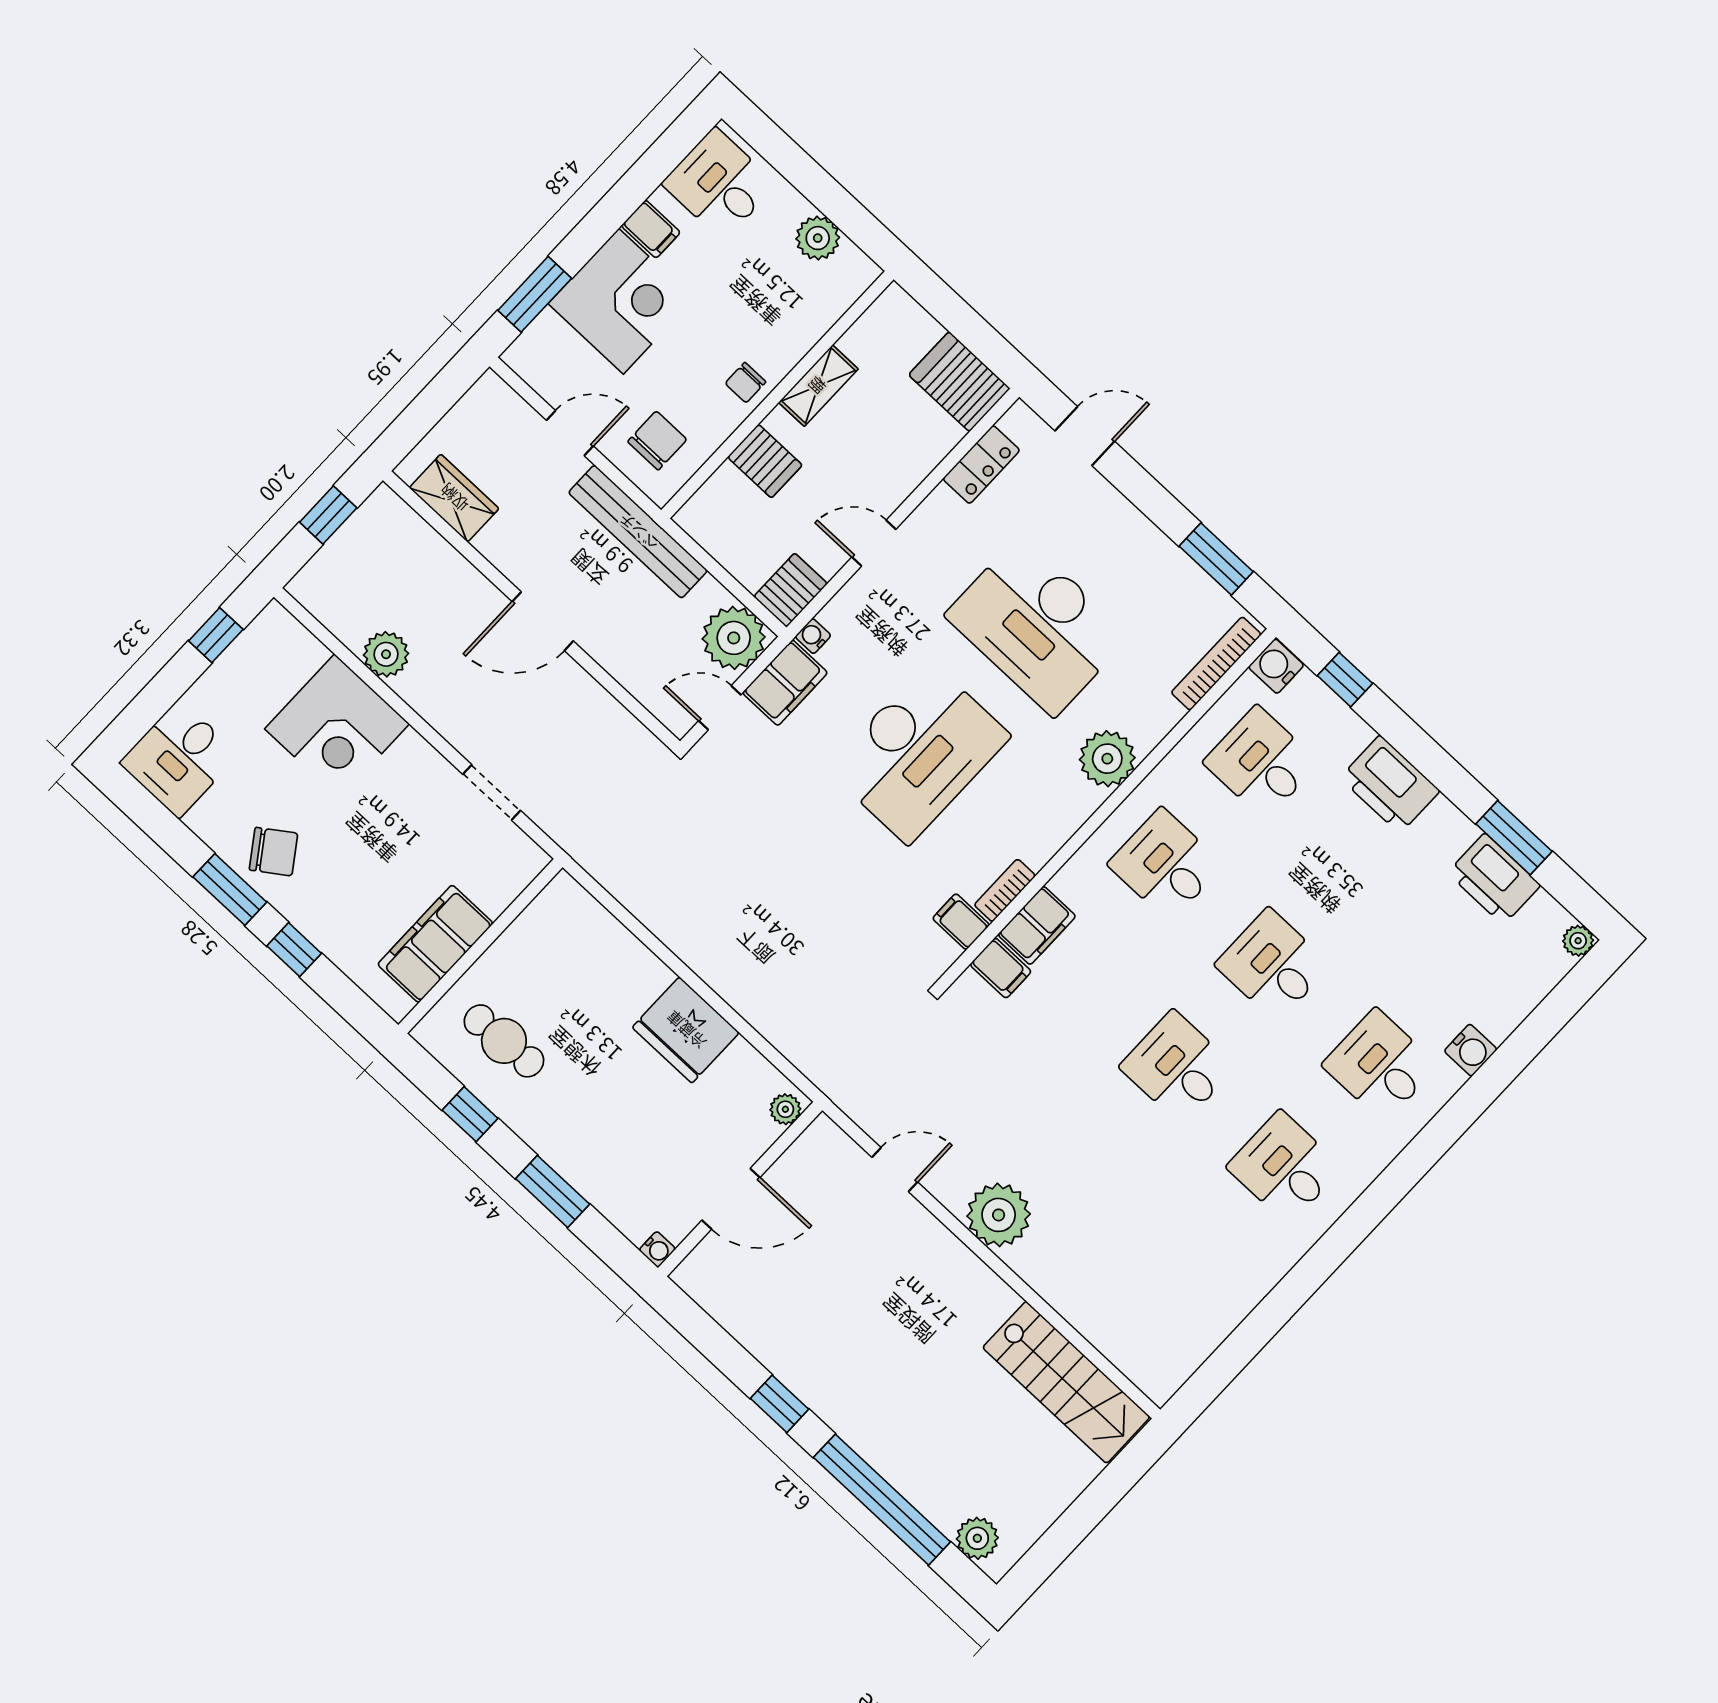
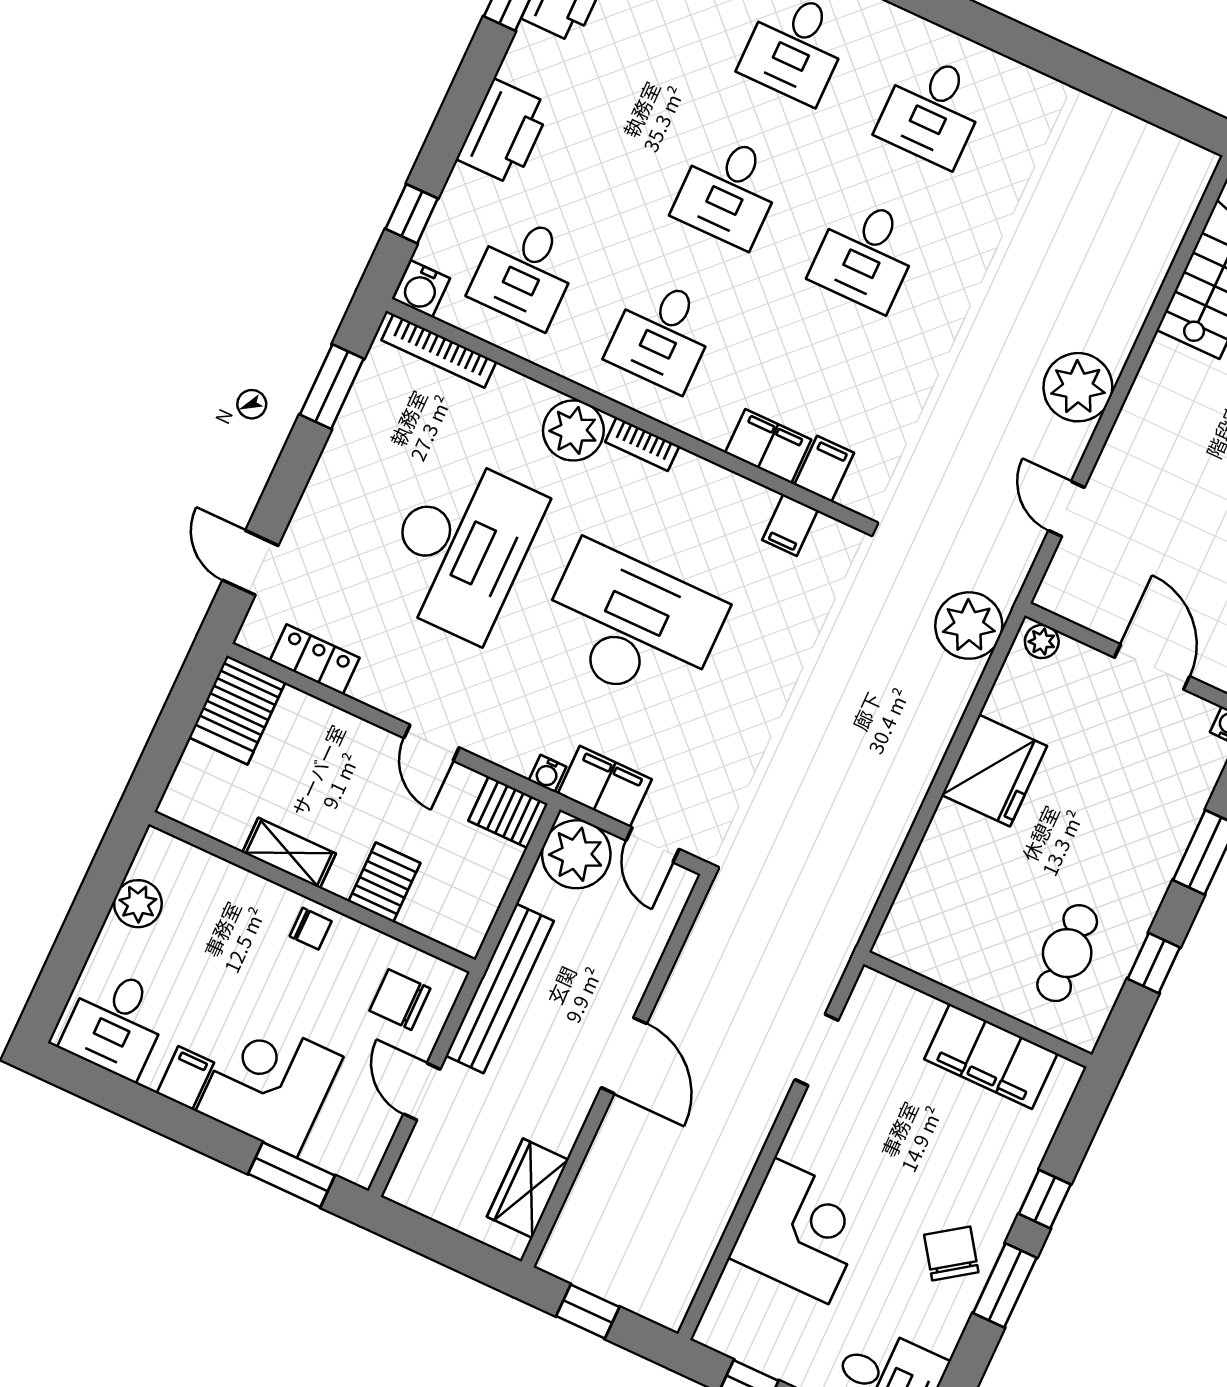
plant: (386, 654) -> (969, 626), moved, width x1.36, depth x1.36
bookcase: (1005, 890) -> (642, 444), moved

